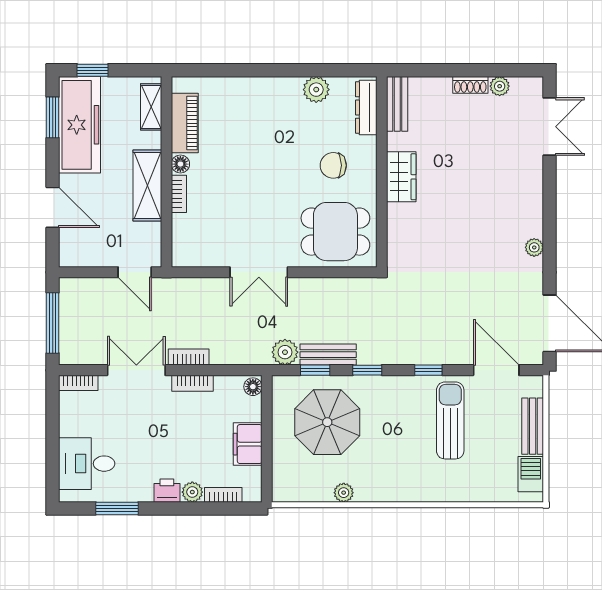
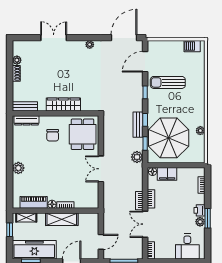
window: (93, 70) -> (10, 230), moved
plant: (316, 90) -> (18, 168), moved
double door: (550, 127) -> (54, 38), moved
wardrobe: (401, 177) -> (63, 105), width x1.50
door: (135, 272) -> (101, 242), moved
double door: (259, 272) -> (101, 169), swing flipped
bench: (328, 355) -> (138, 125), moved
parasol: (327, 422) -> (169, 138), width x1.36, depth x1.36
bench: (533, 426) -> (170, 45), removed
filing cabinet: (248, 444) -> (167, 174), moved
plant: (192, 492) -> (200, 222), moved
window: (117, 508) -> (208, 218), moved

